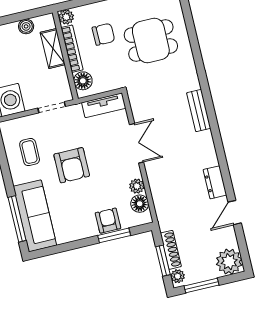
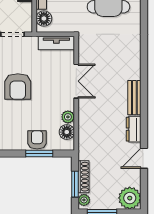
bench: (199, 111) -> (134, 98), moved

